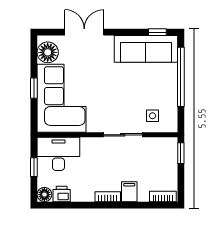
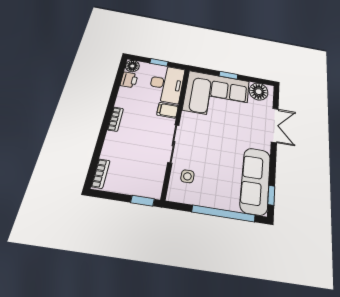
filing cabinet: (129, 192) -> (168, 110), moved, turned 180

